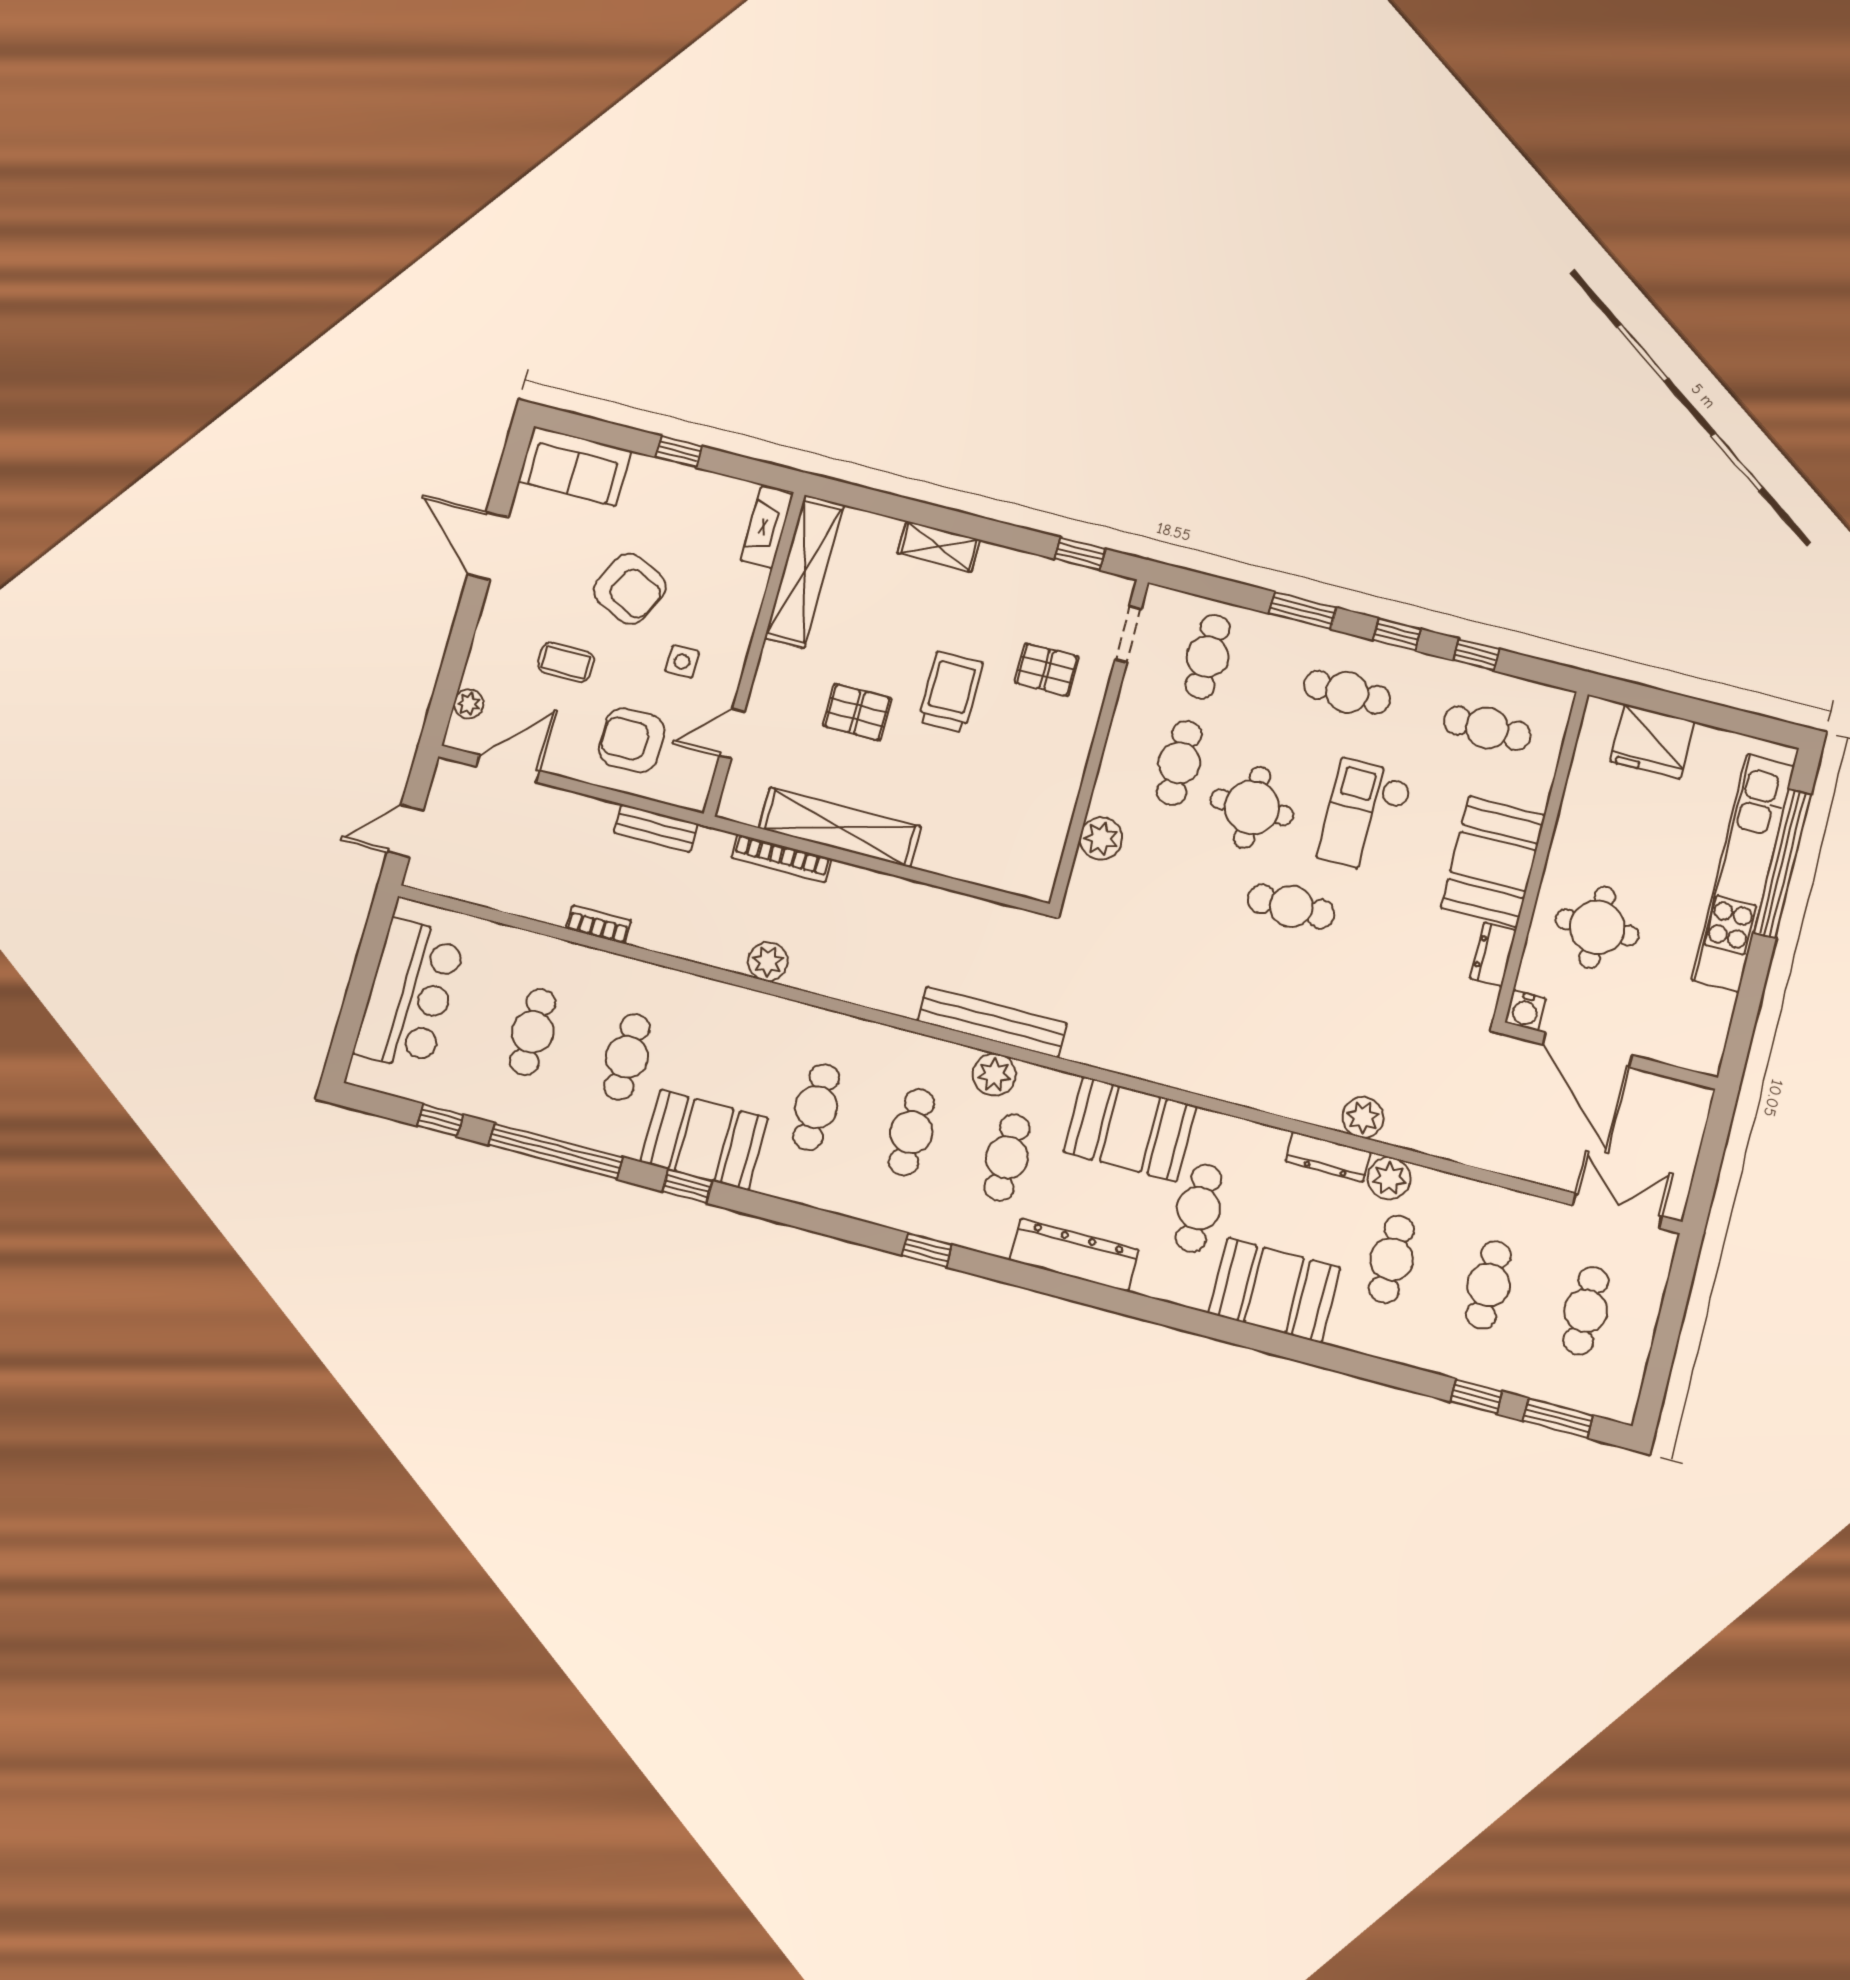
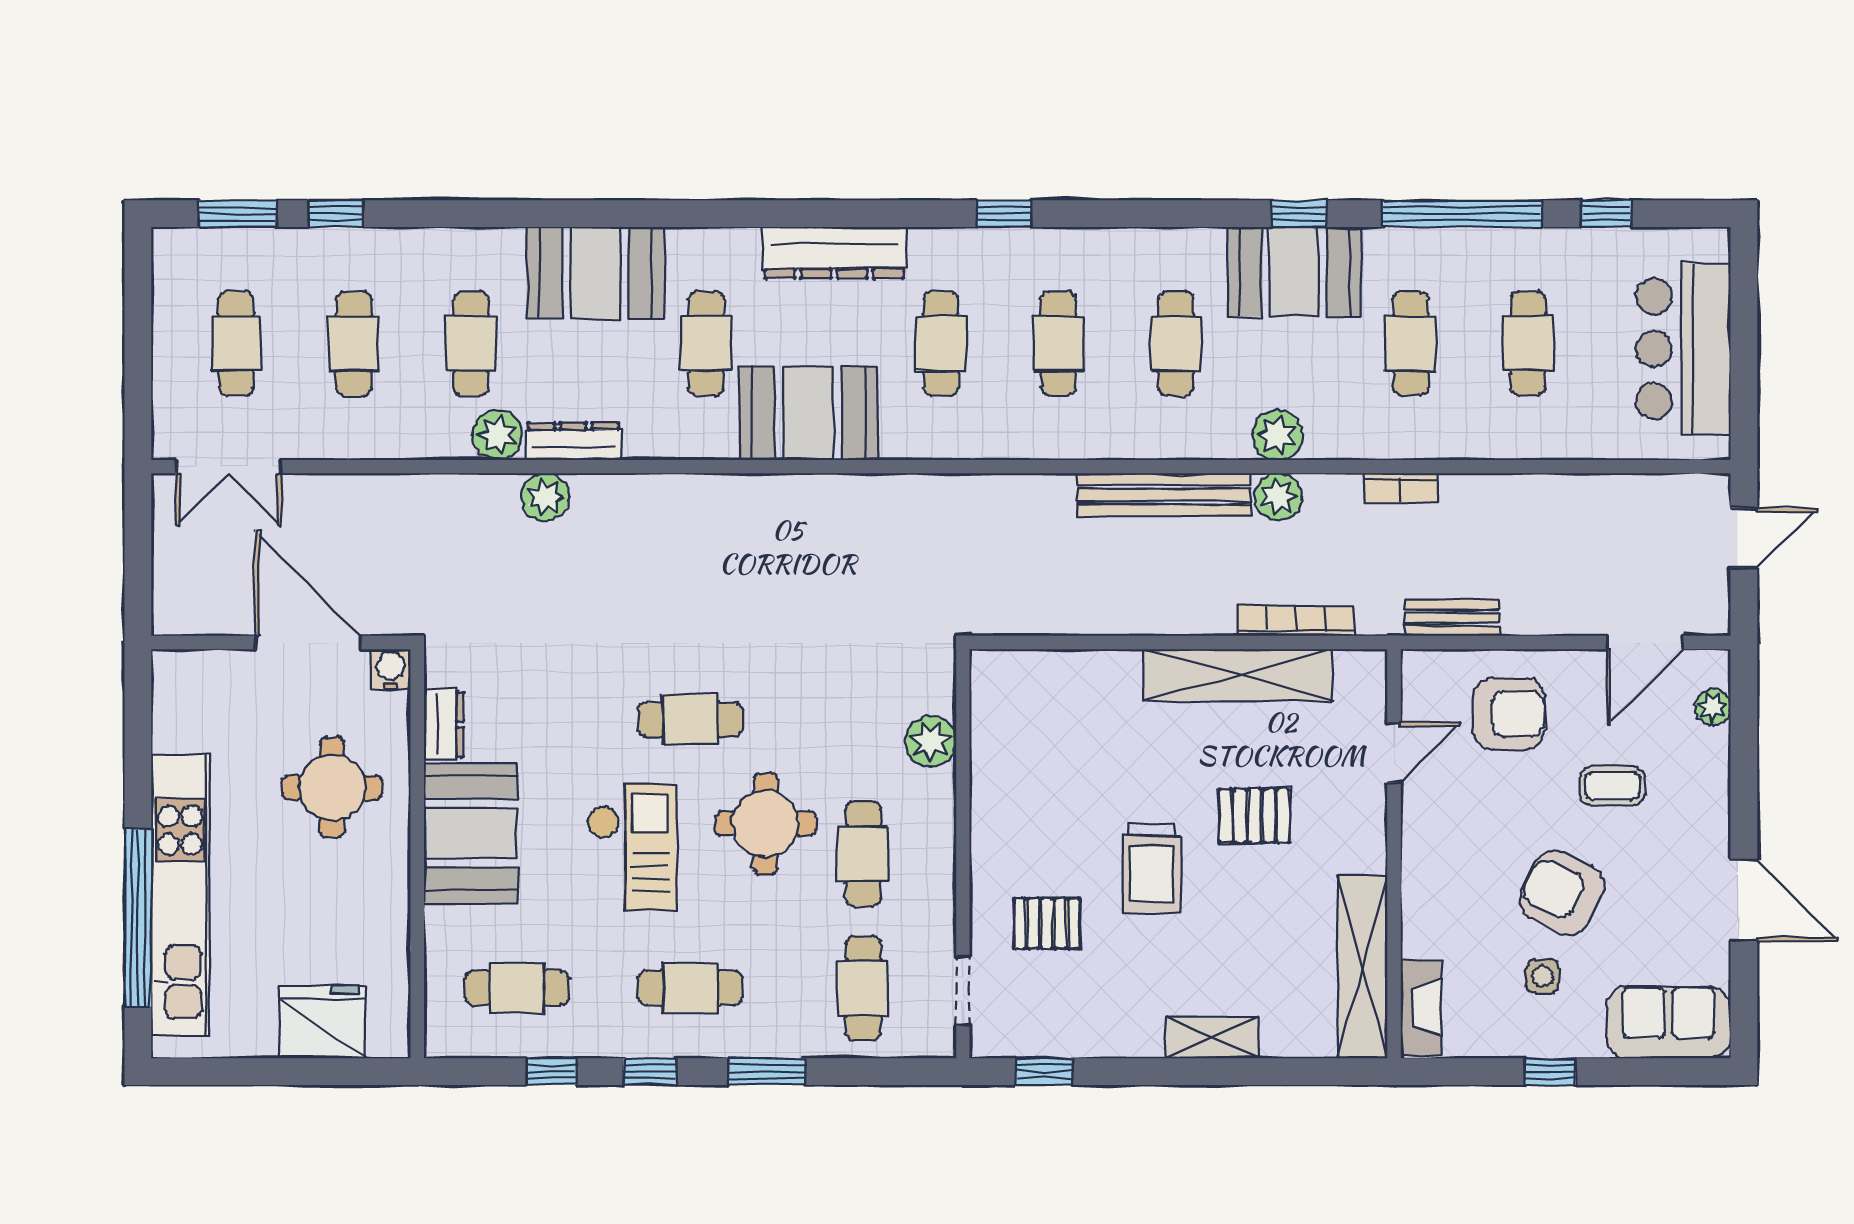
side table: (682, 662) -> (1543, 976), moved
bookcase: (598, 925) -> (1401, 488), moved
bench: (992, 1022) -> (1164, 495), moved
plant: (994, 1075) -> (1277, 435), moved

